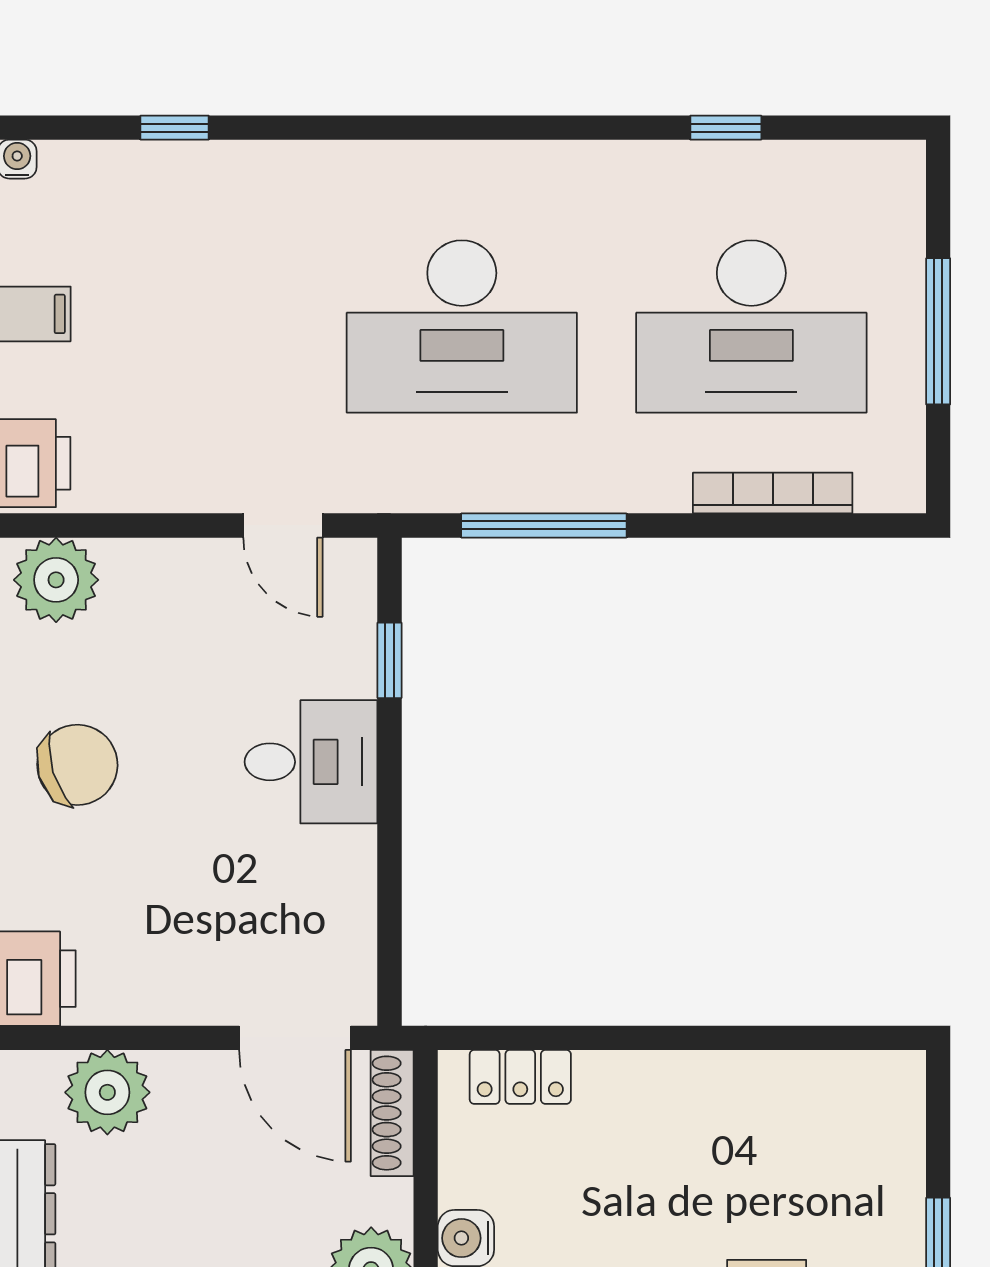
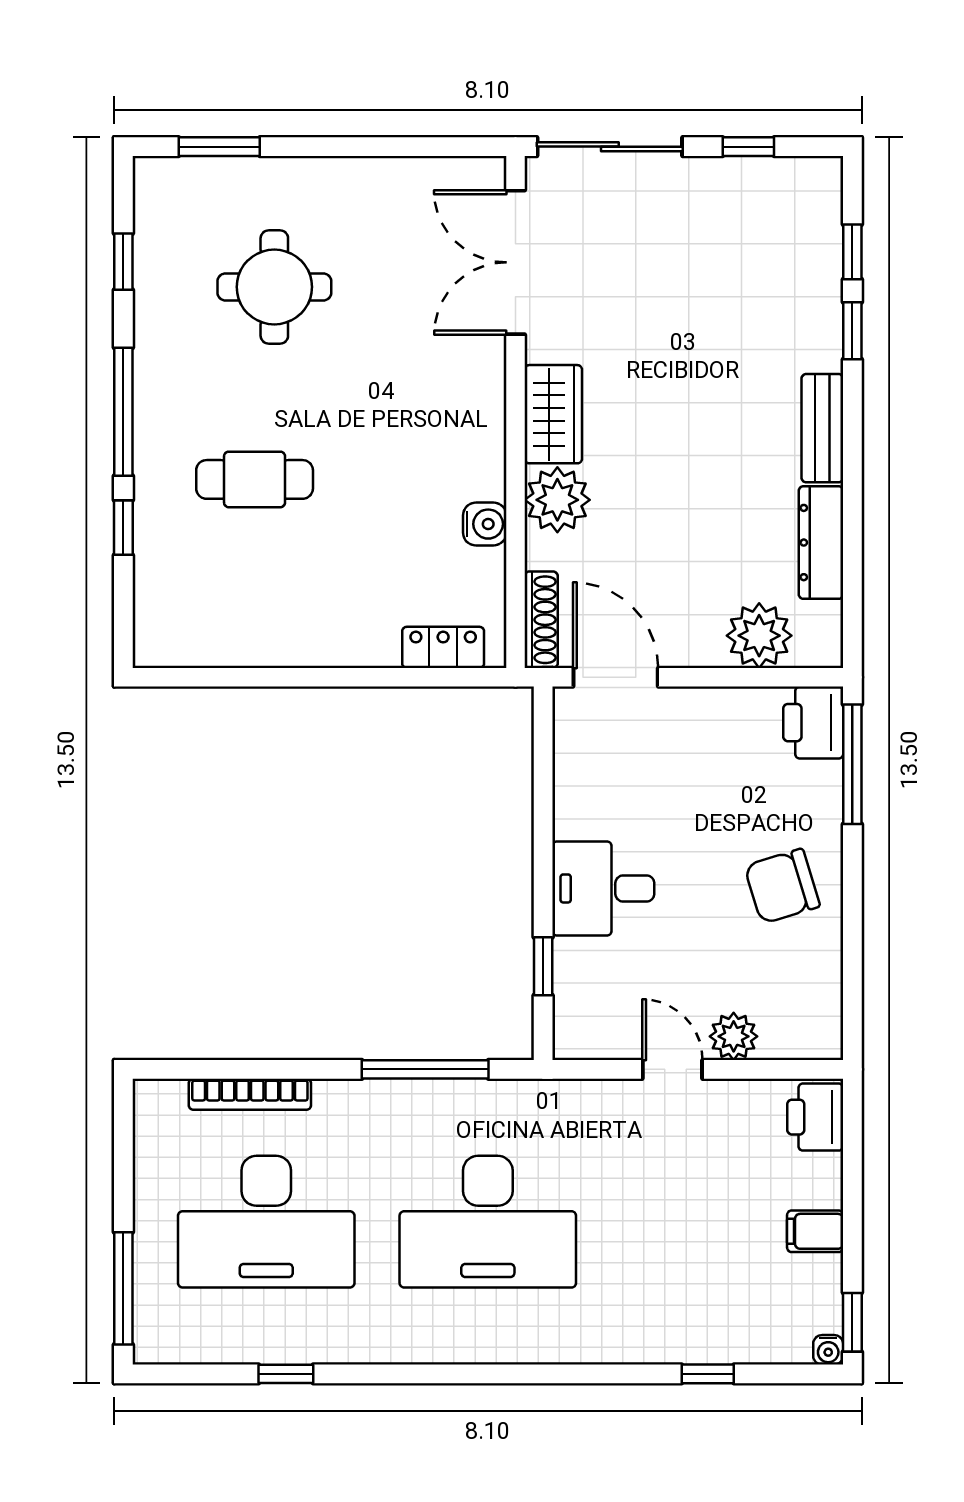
desk: (462, 327) -> (488, 1222), turned 180
desk: (751, 327) -> (266, 1222), turned 180
window: (938, 331) -> (123, 1288), moved
door: (283, 525) -> (672, 1069), moved
plant: (56, 580) -> (734, 1036), moved, width x0.73, depth x0.73

